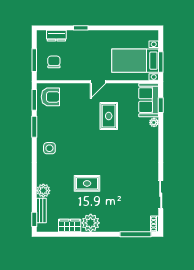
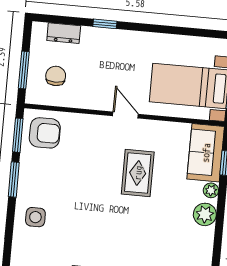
door: (98, 82) -> (125, 115), swing flipped
plant: (151, 137) -> (205, 214), added

